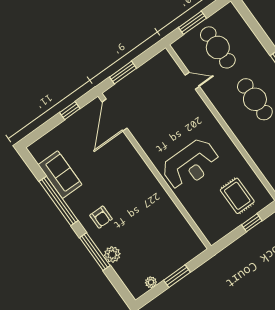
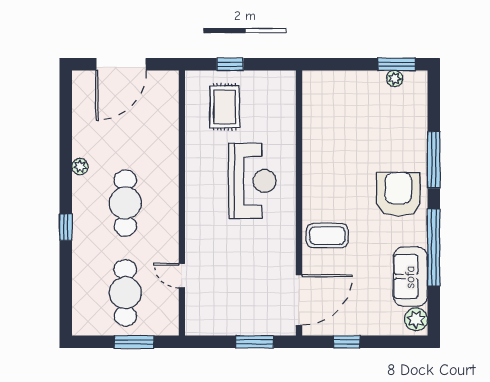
coffee table: (125, 164) -> (327, 236), added
reception desk: (191, 164) -> (252, 181), turned 90
armchair: (101, 217) -> (398, 194), width x1.88, depth x1.88
plant: (112, 254) -> (416, 319), moved
window: (177, 276) -> (397, 64), moved

